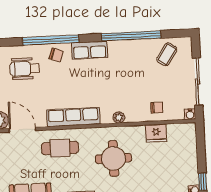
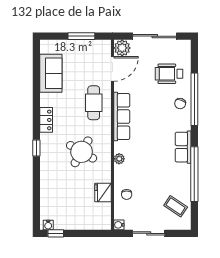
row of seats: (90, 50) -> (183, 147), moved
wheelchair: (25, 69) -> (169, 74), turned -90
sliding door: (197, 82) -> (149, 233), width x0.73
round table: (113, 158) -> (82, 152), turned 30

